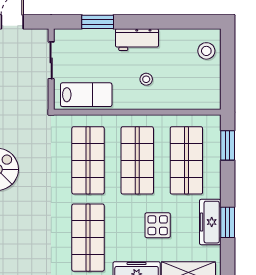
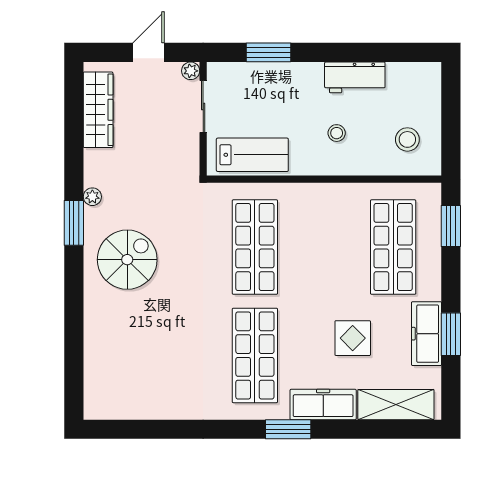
plant: (42, 35) -> (191, 71), added
workbench: (137, 40) -> (355, 77), moved
stool: (206, 51) -> (407, 139), moved
shop shelf: (137, 160) -> (324, 247), removed

